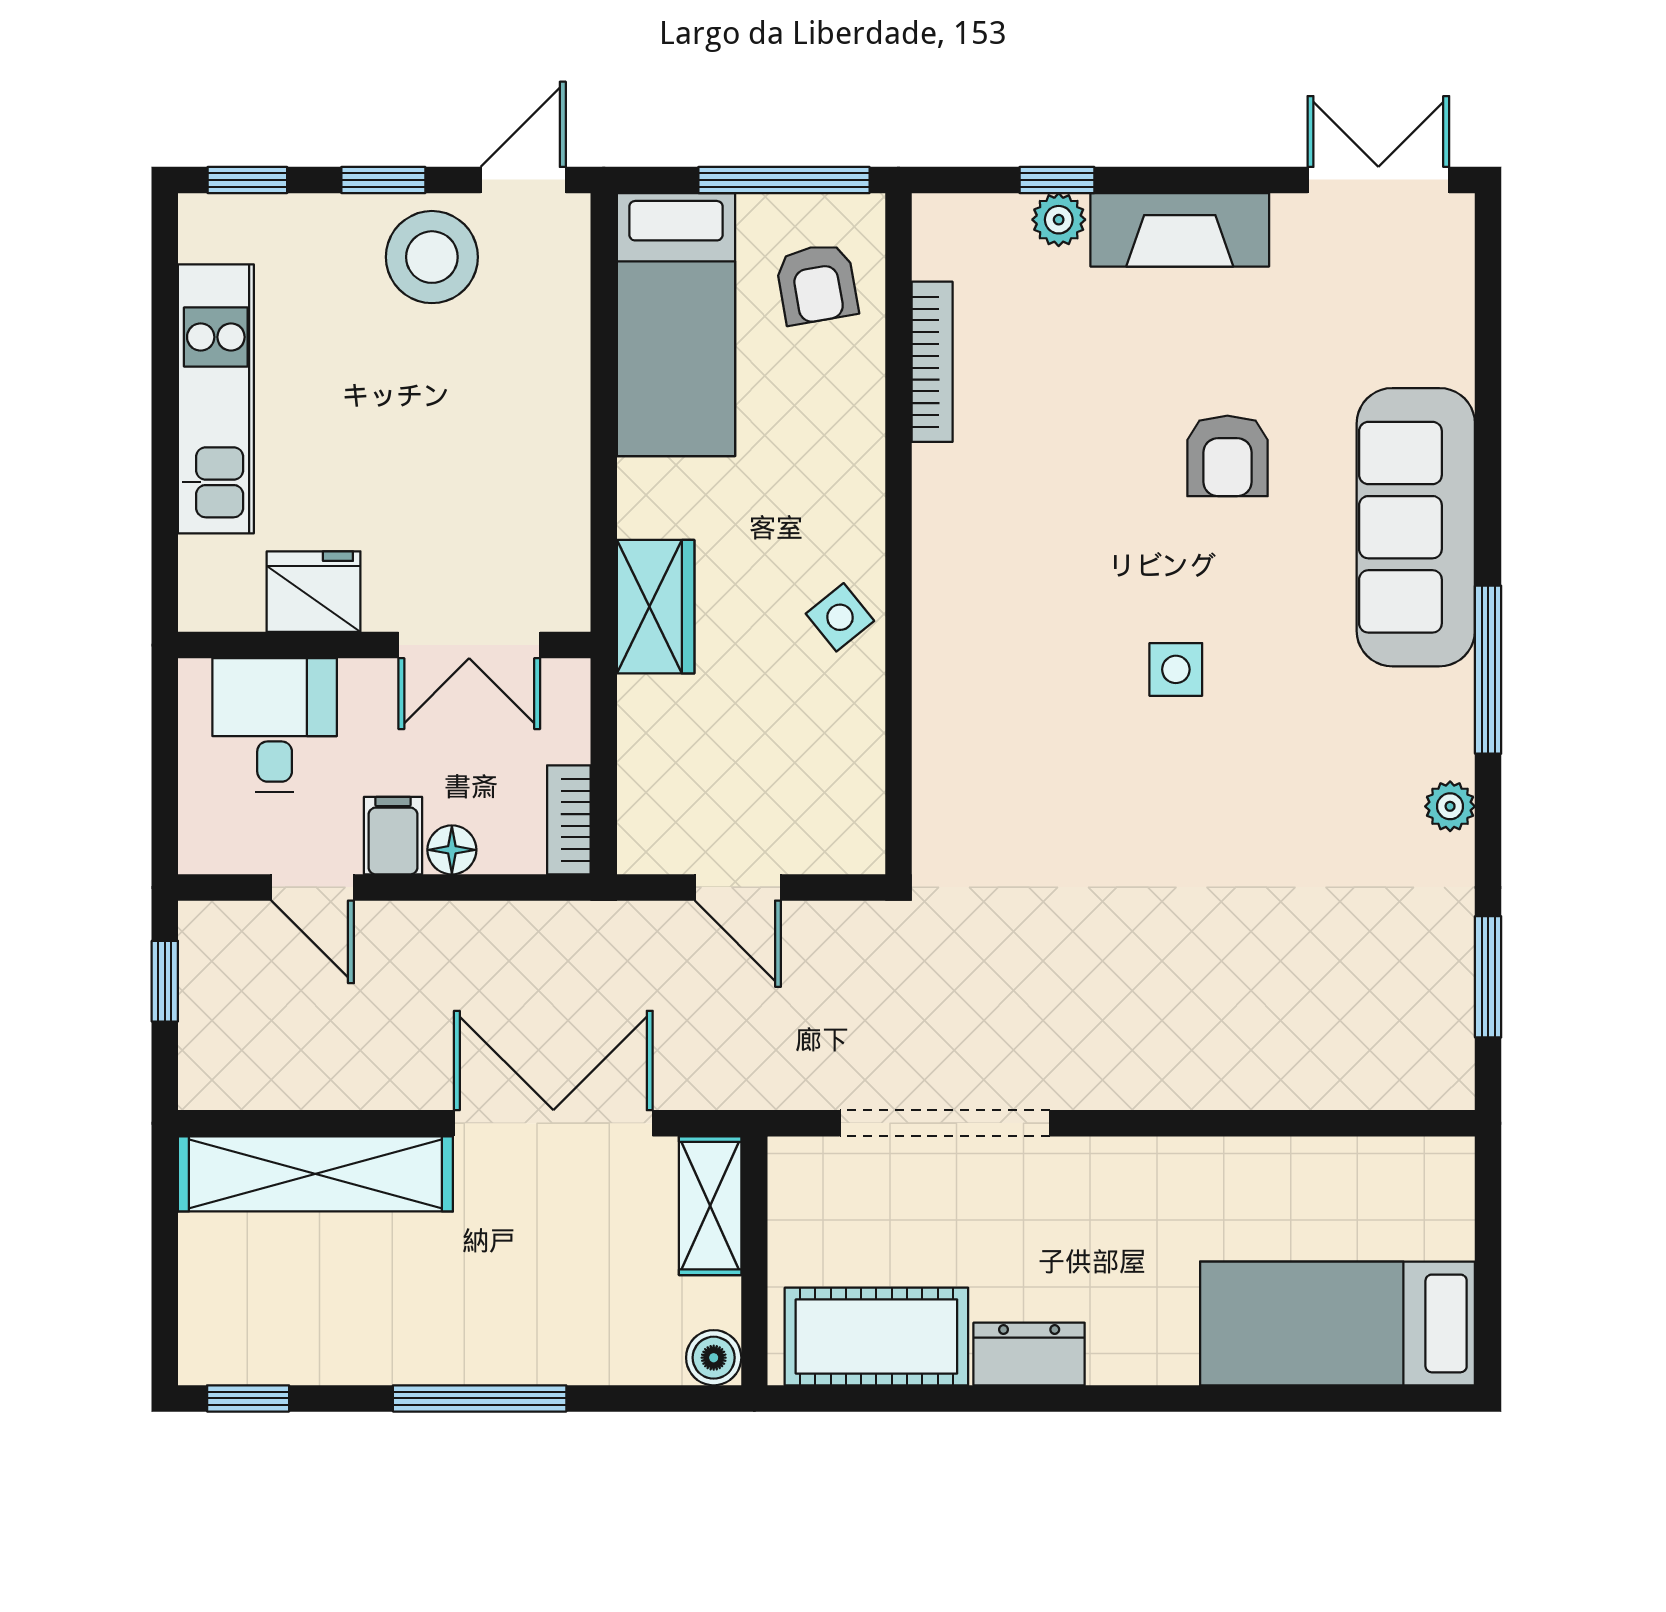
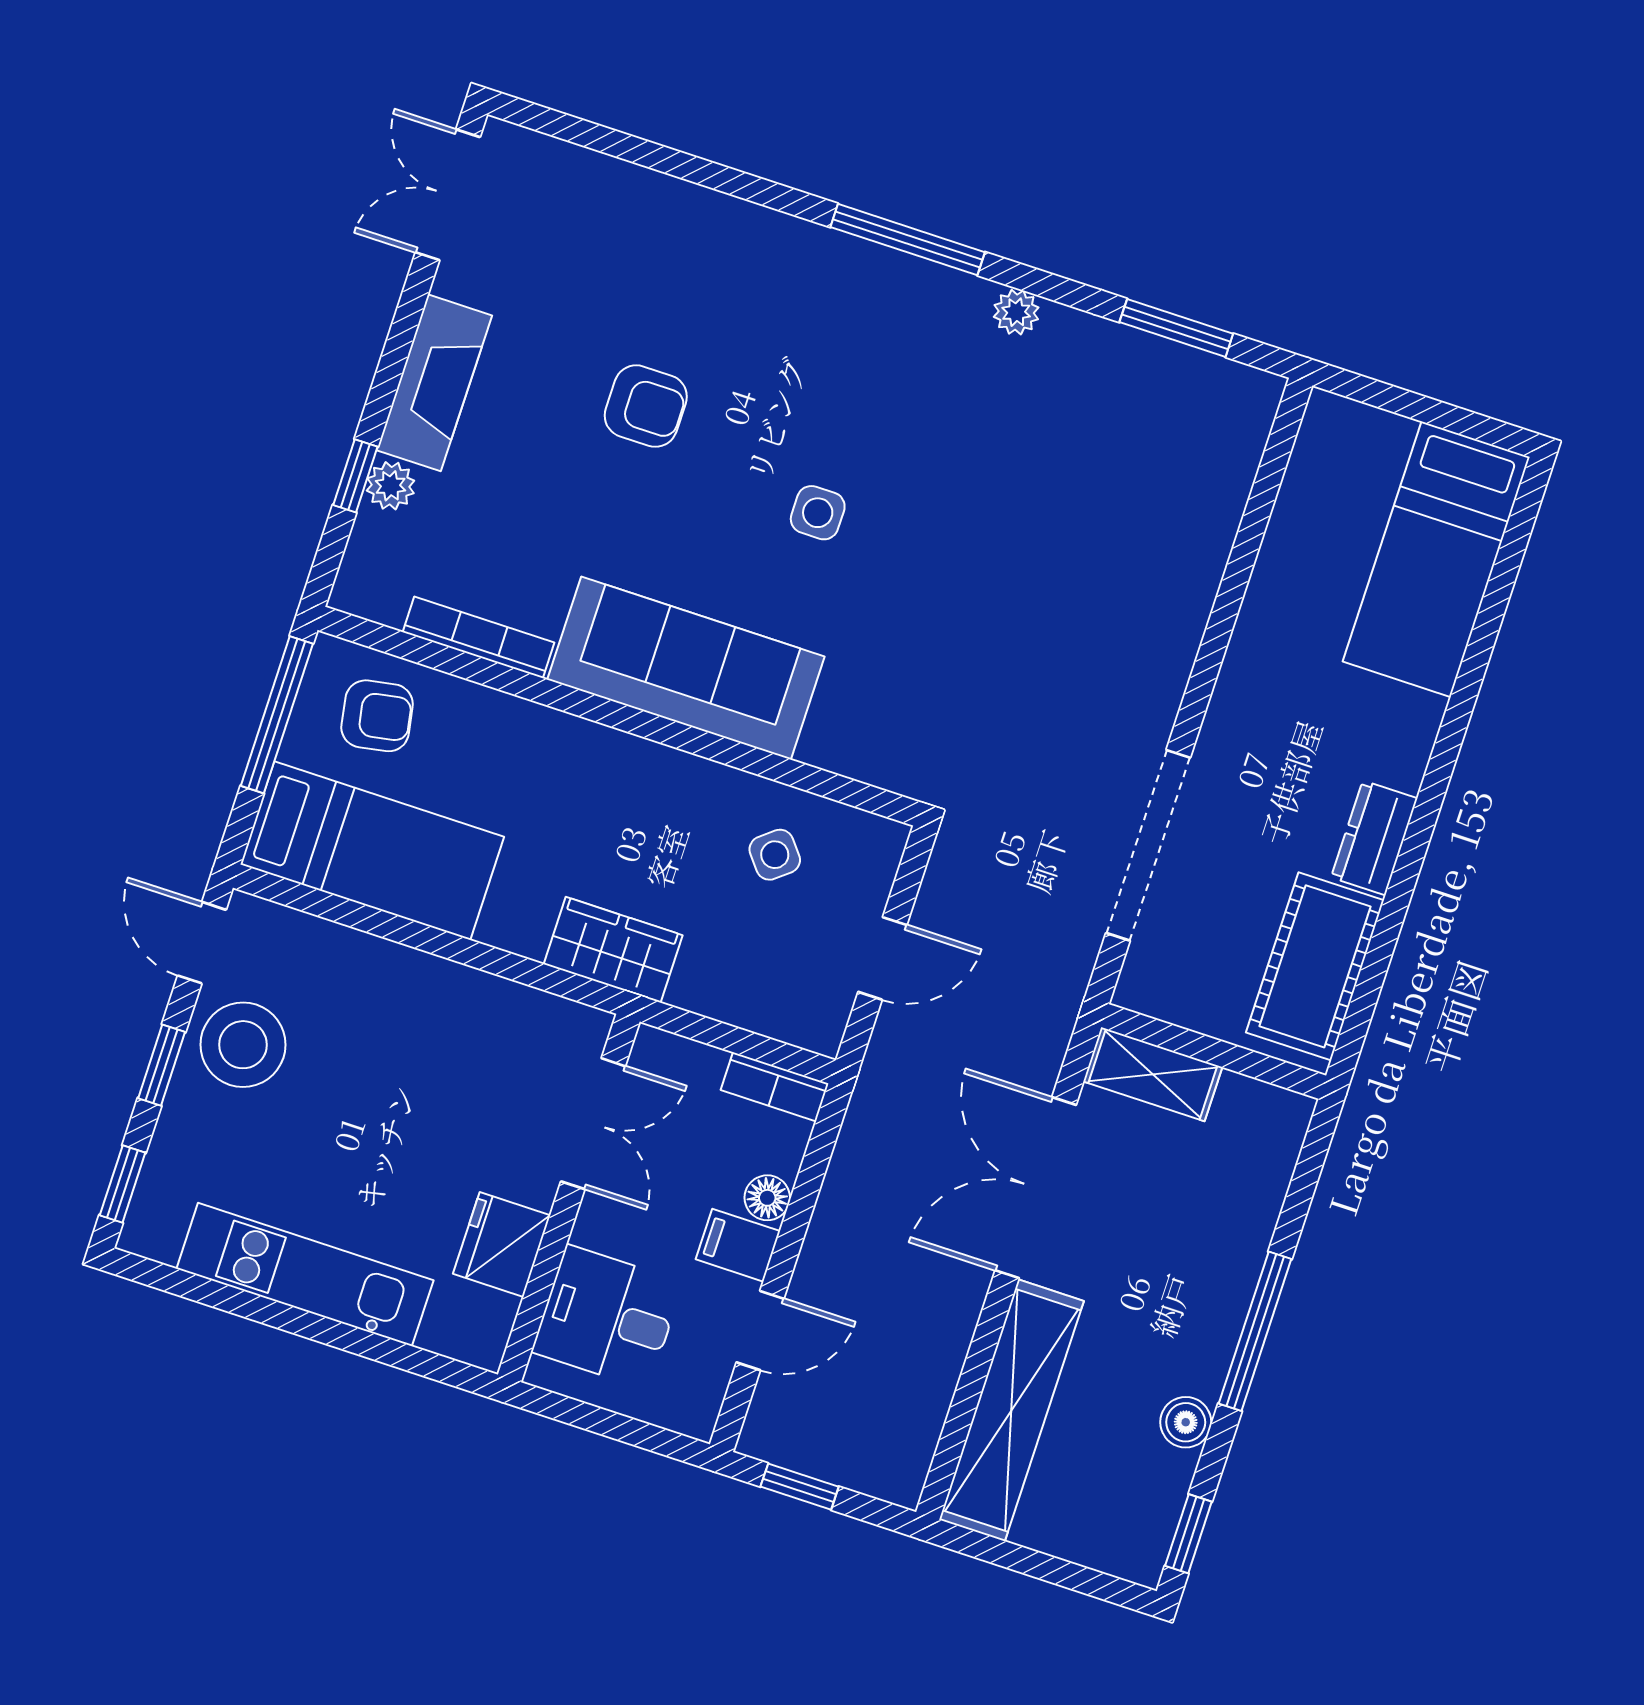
sofa: (1416, 527) -> (686, 668), moved, turned 180
side table: (840, 617) -> (775, 855), moved
boiler: (714, 1358) -> (1186, 1422), moved

